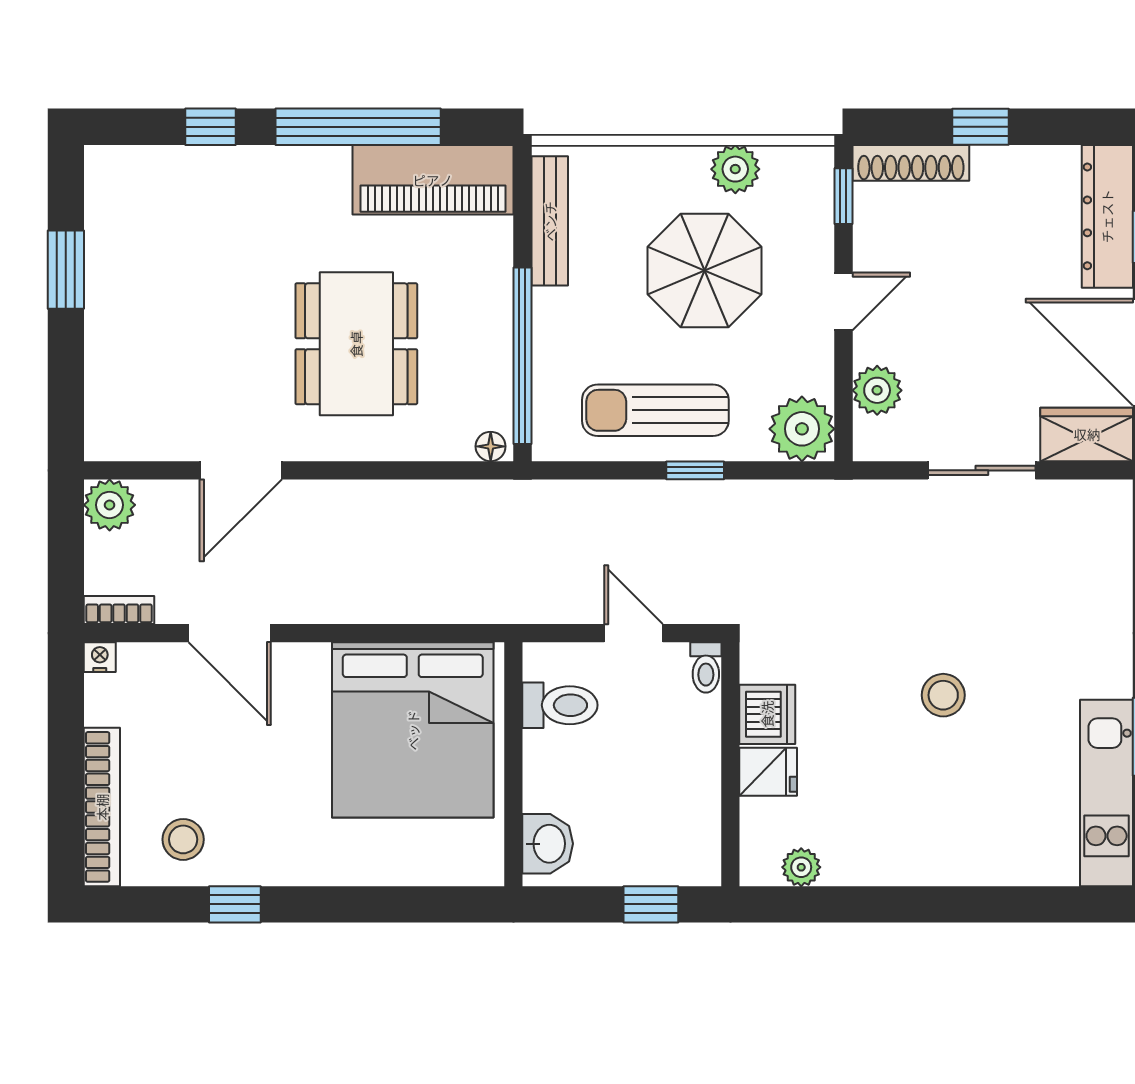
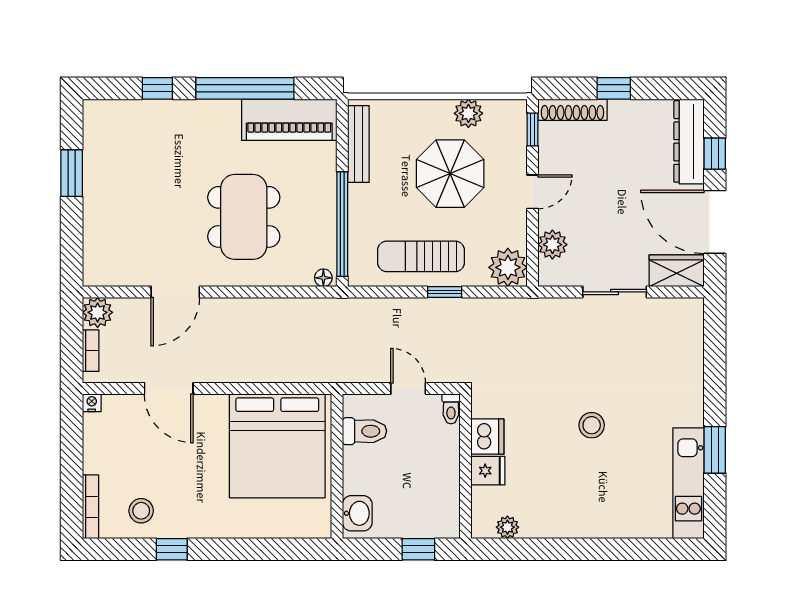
bookcase: (119, 610) -> (91, 351), moved, turned 90
bookcase: (102, 807) -> (90, 507), width x0.68, depth x0.76

